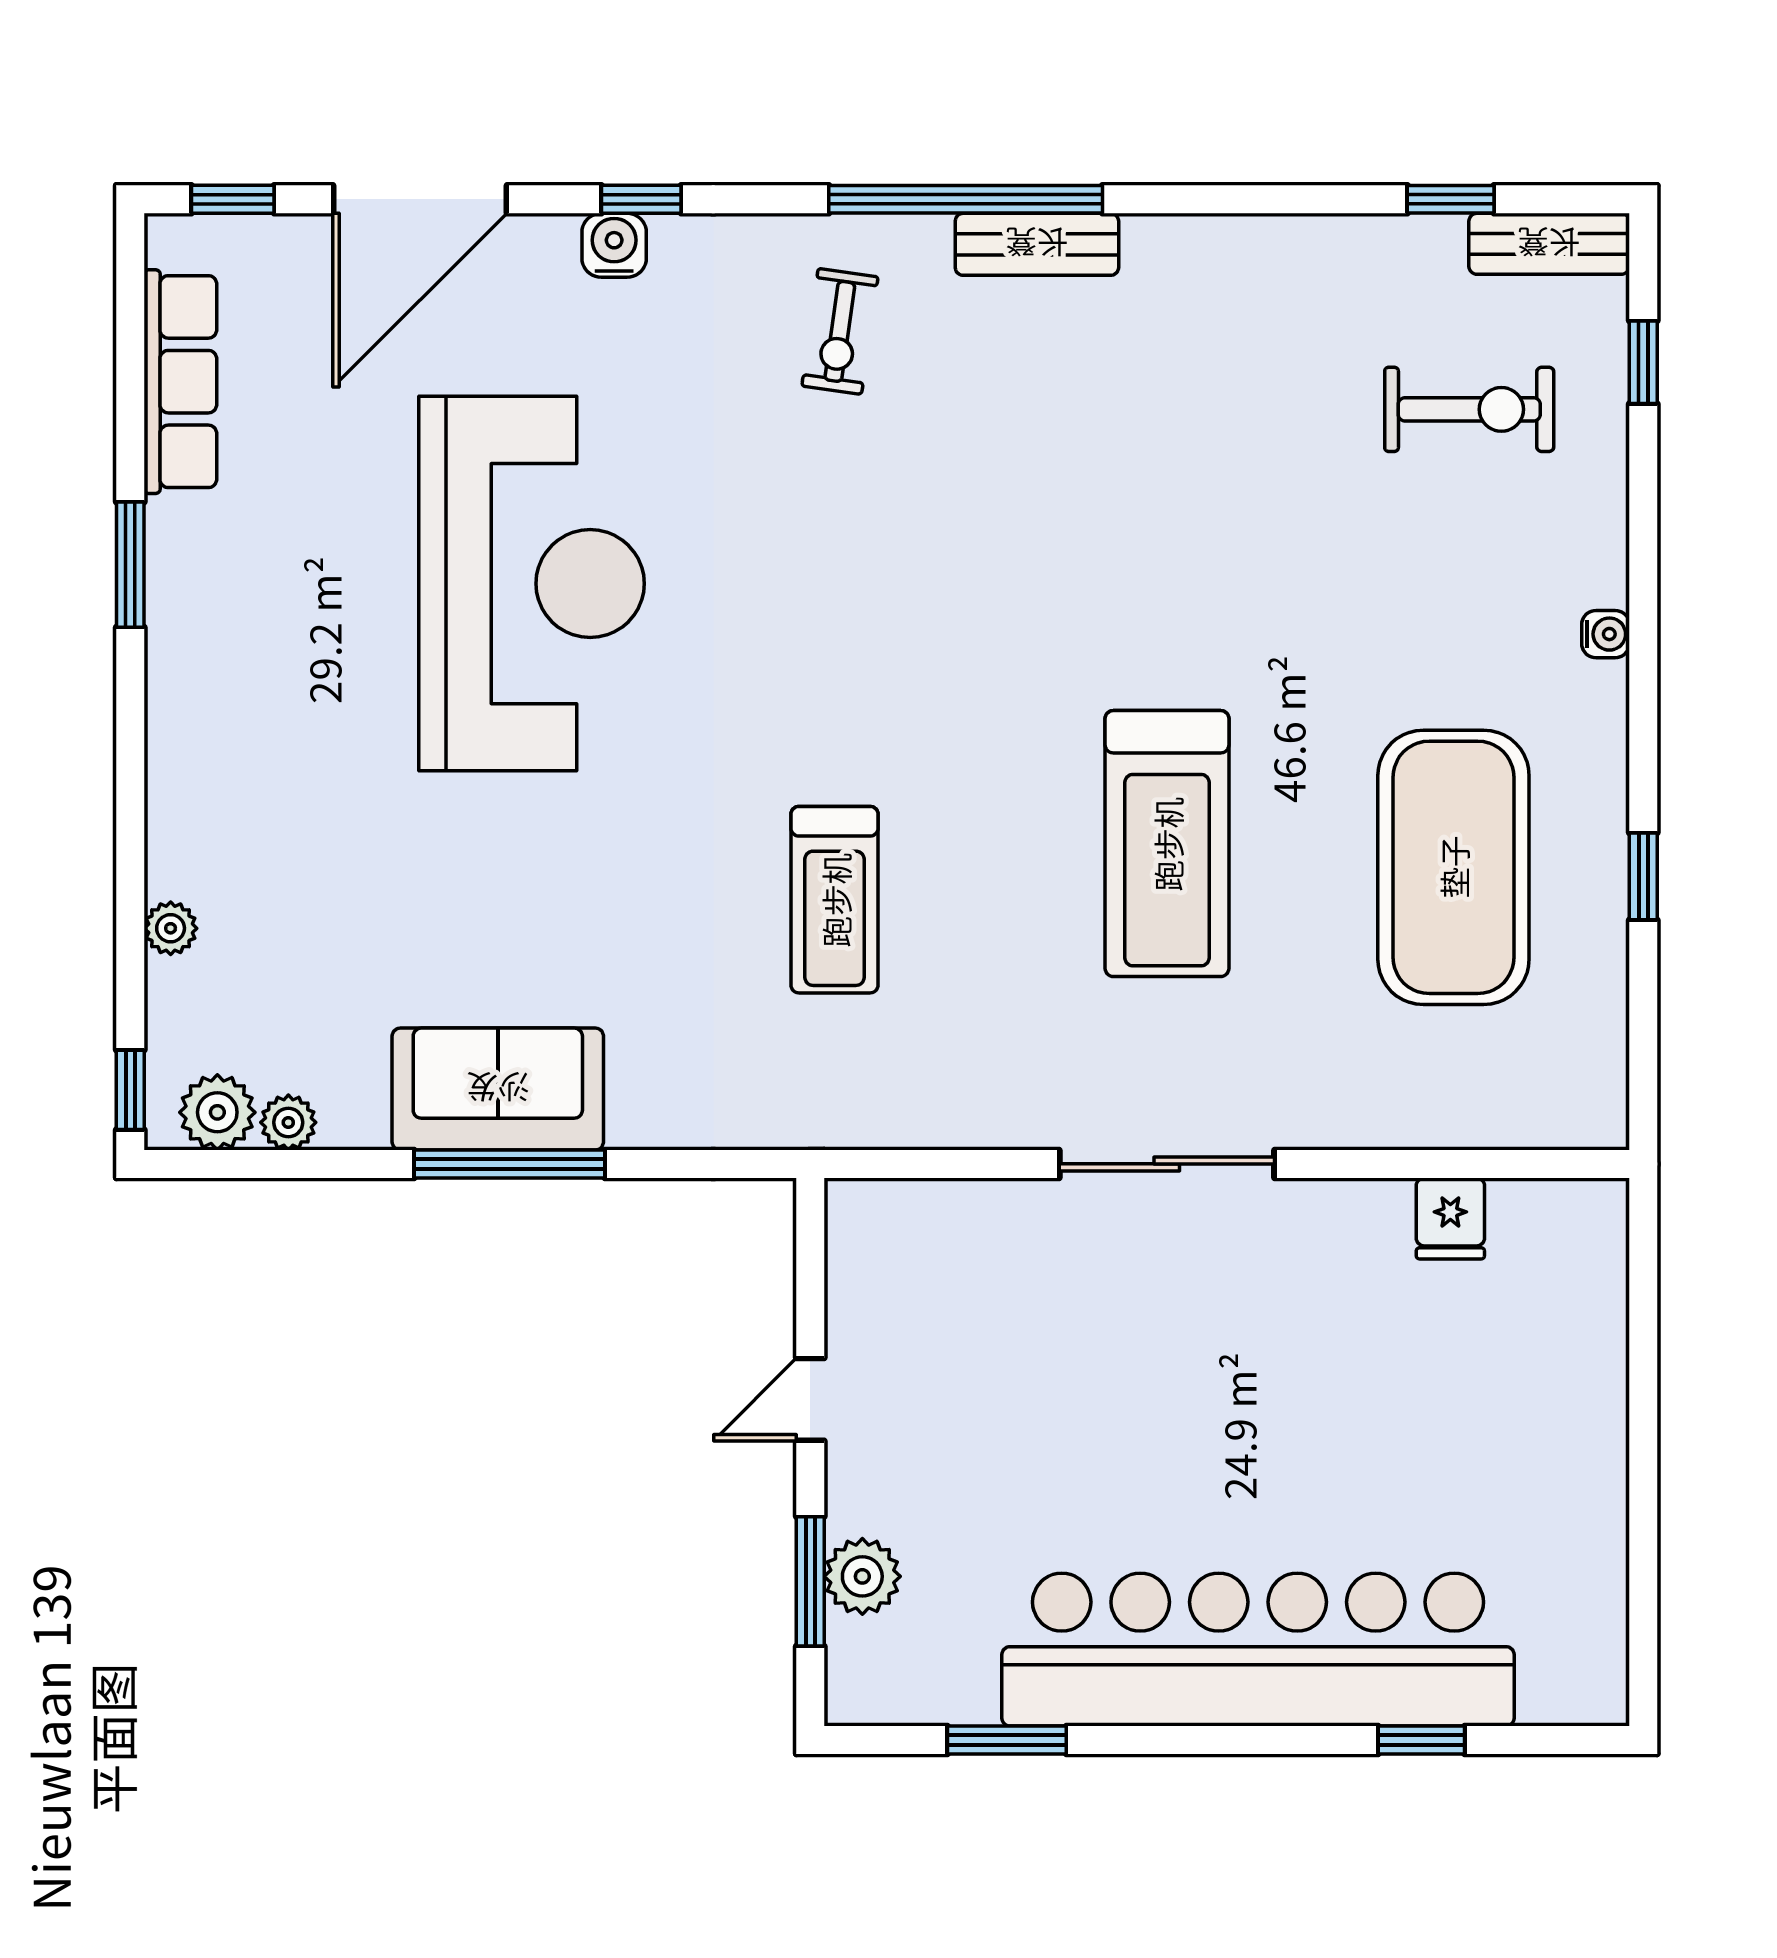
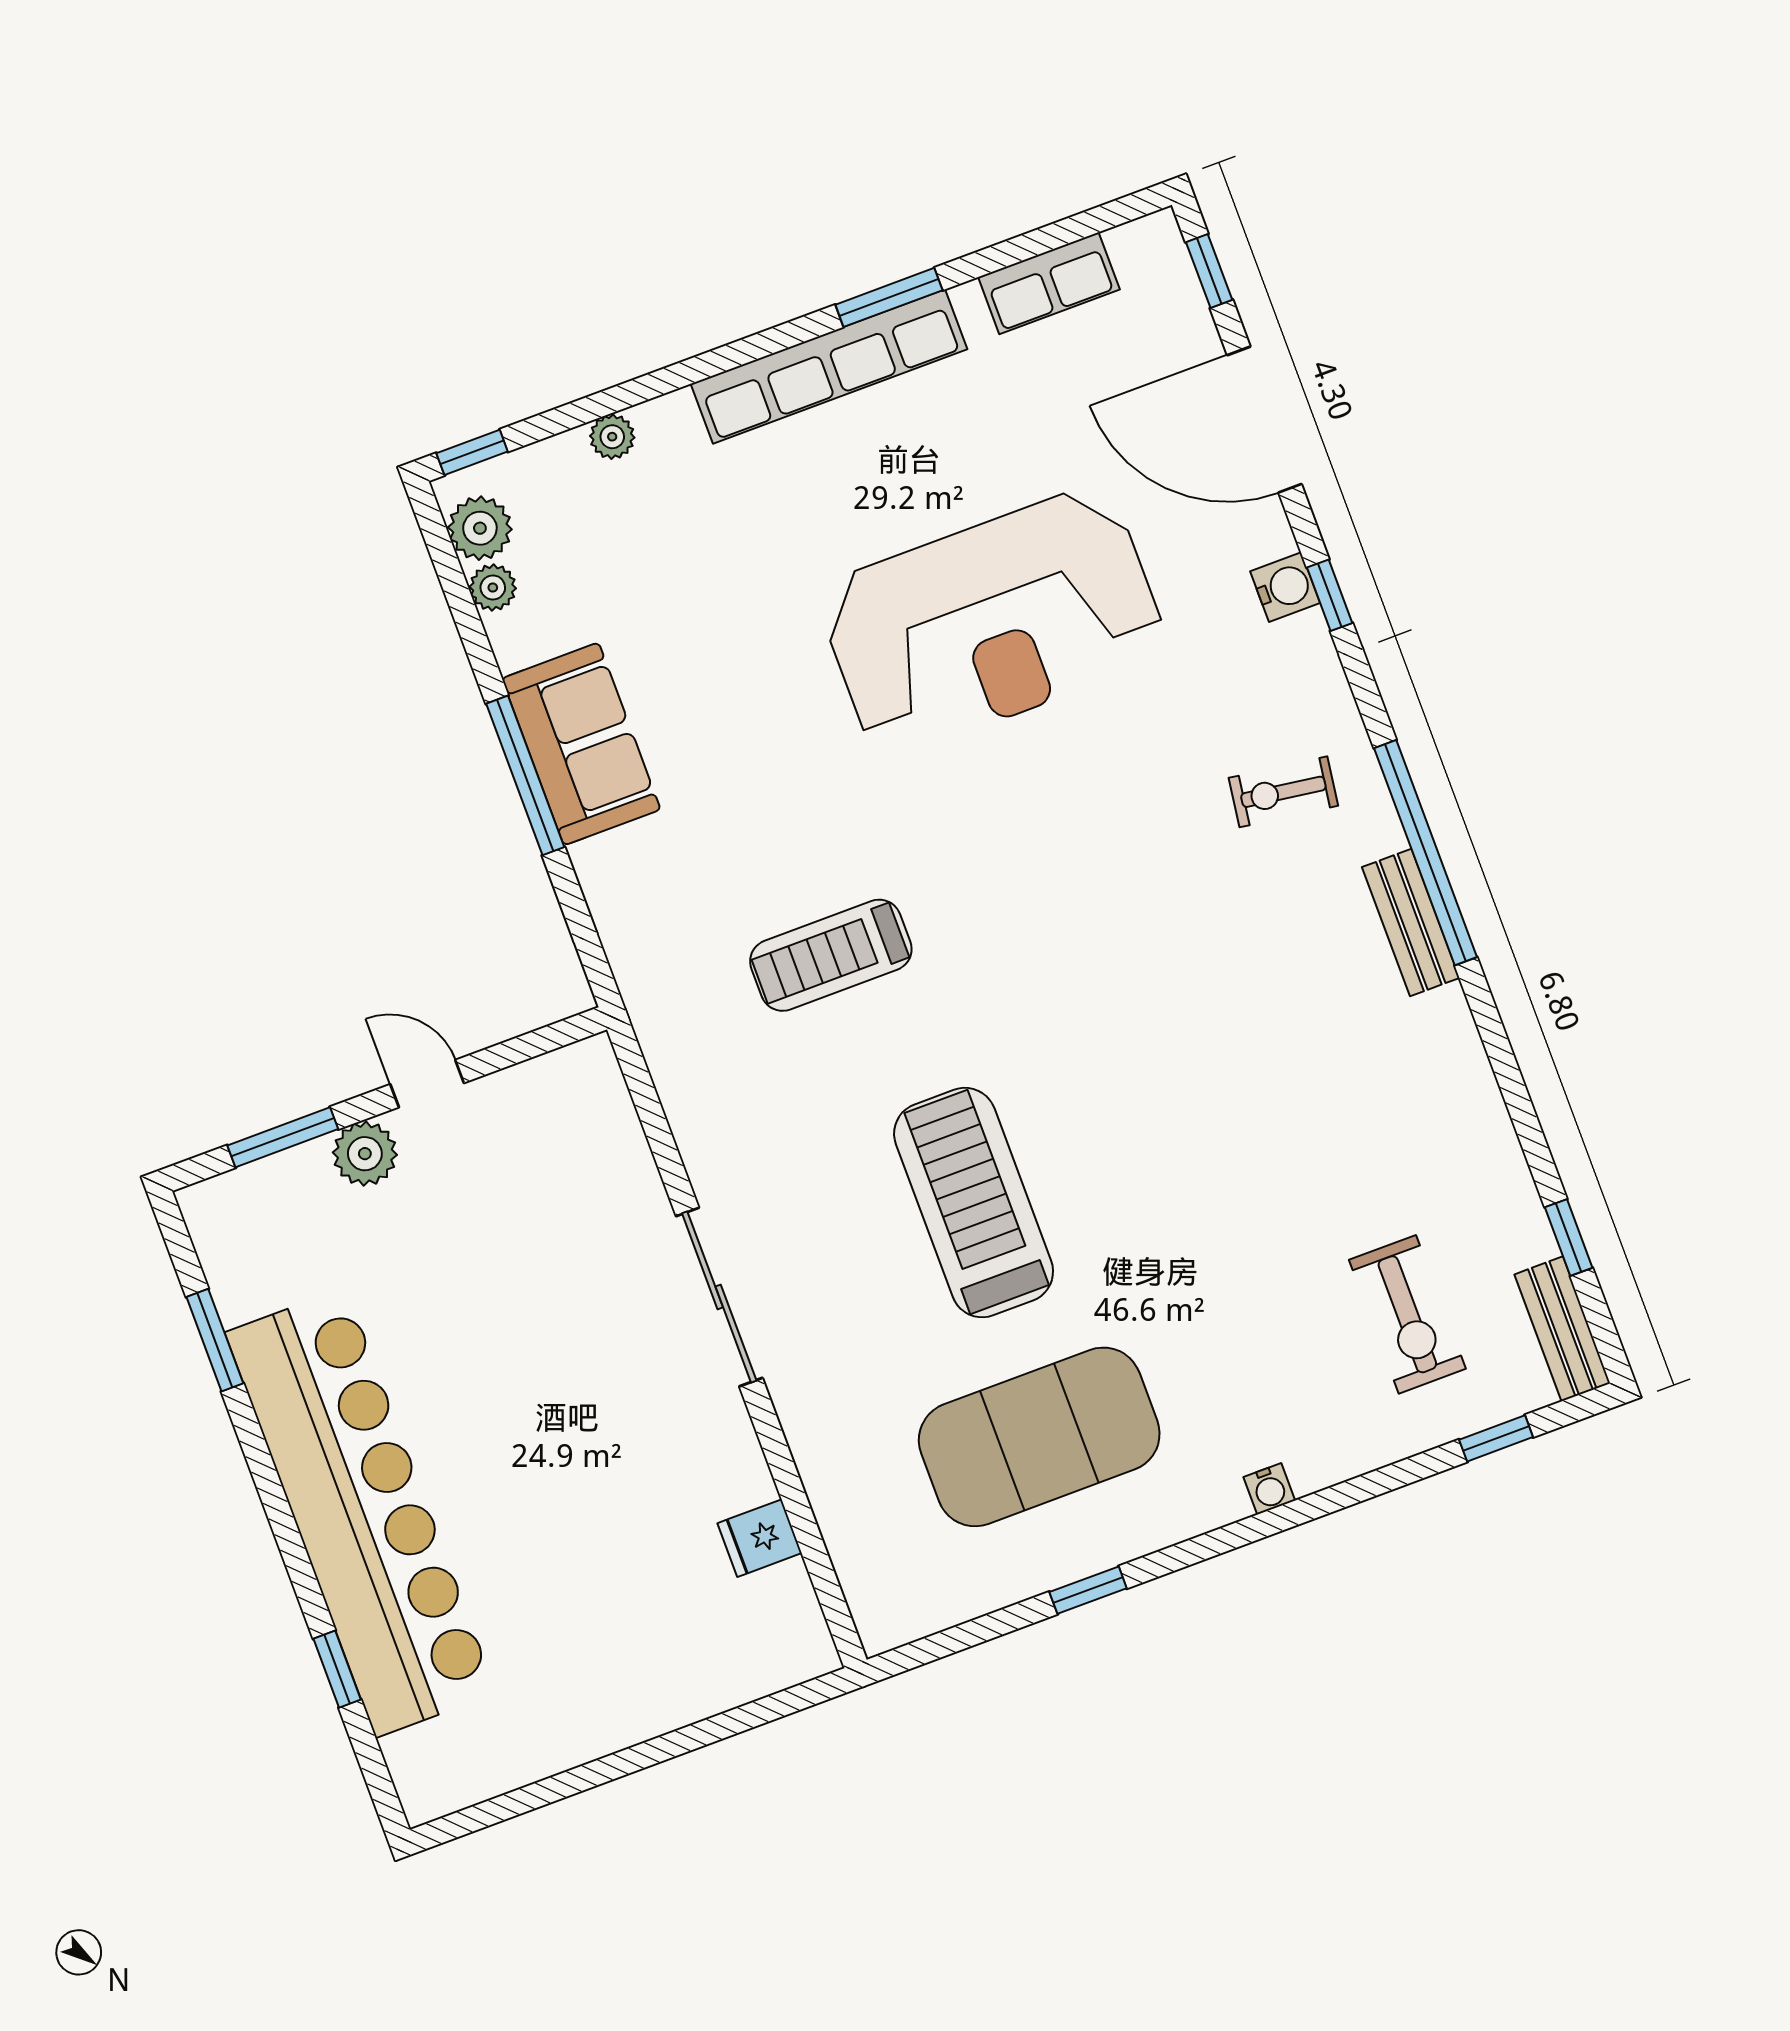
row of seats: (180, 382) -> (1049, 283), width x0.68
row of seats: (182, 659) -> (829, 367), added
treadmill: (1167, 844) -> (974, 1203), turned 90
plant: (862, 1576) -> (365, 1154), moved

